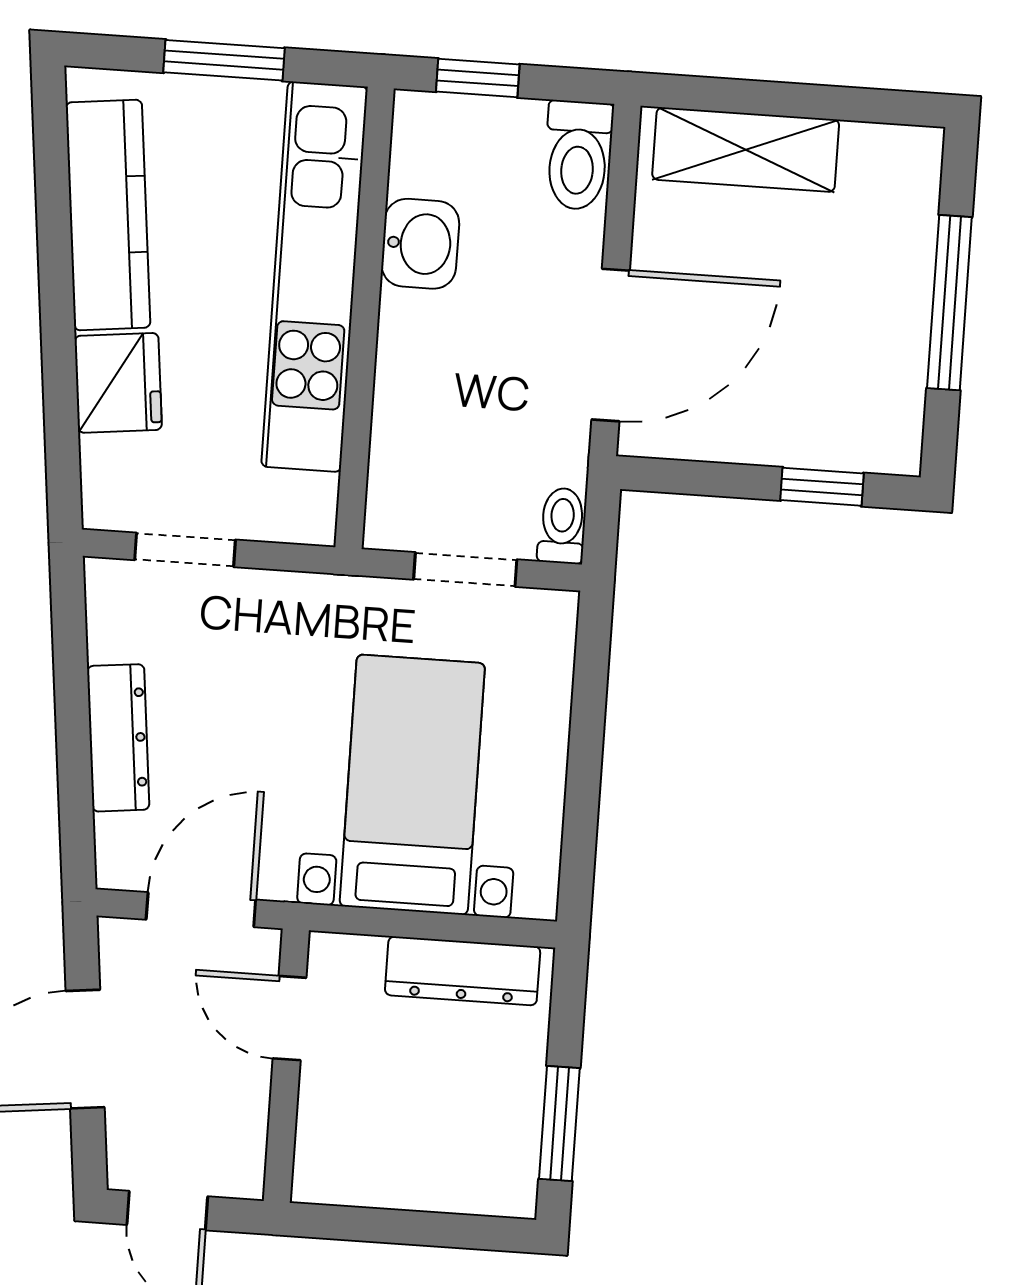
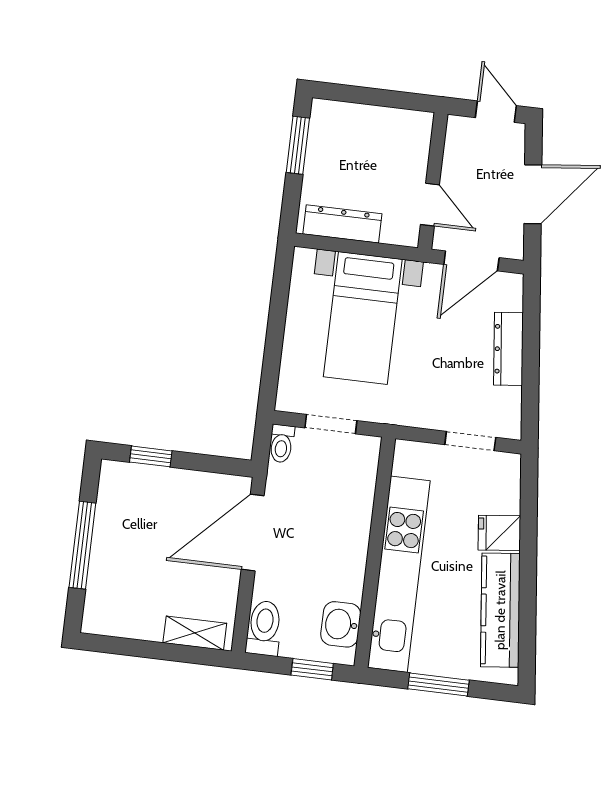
shelving: (746, 150) -> (195, 633), width x0.67, depth x0.75
washbasin: (420, 244) -> (341, 624), moved
fridge: (118, 383) -> (499, 533), width x0.72

